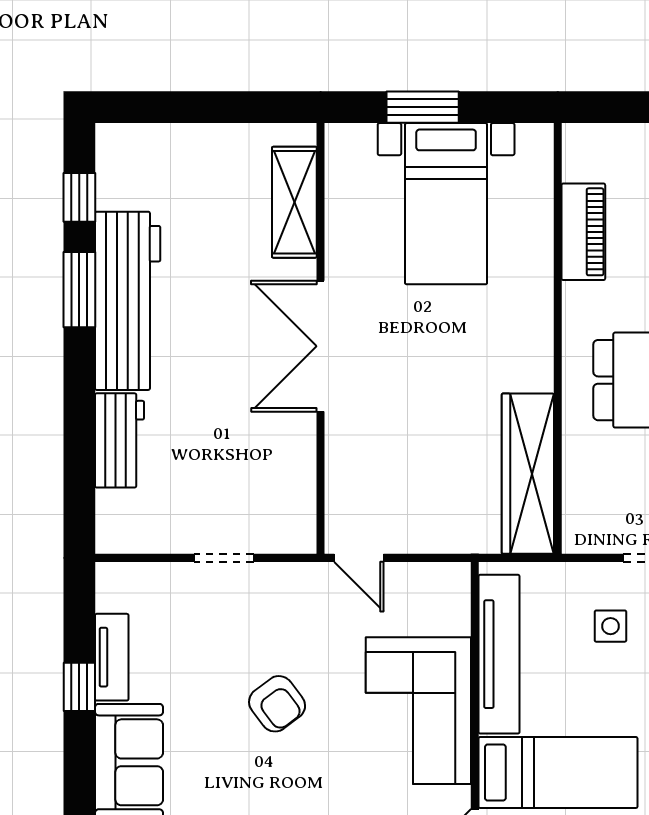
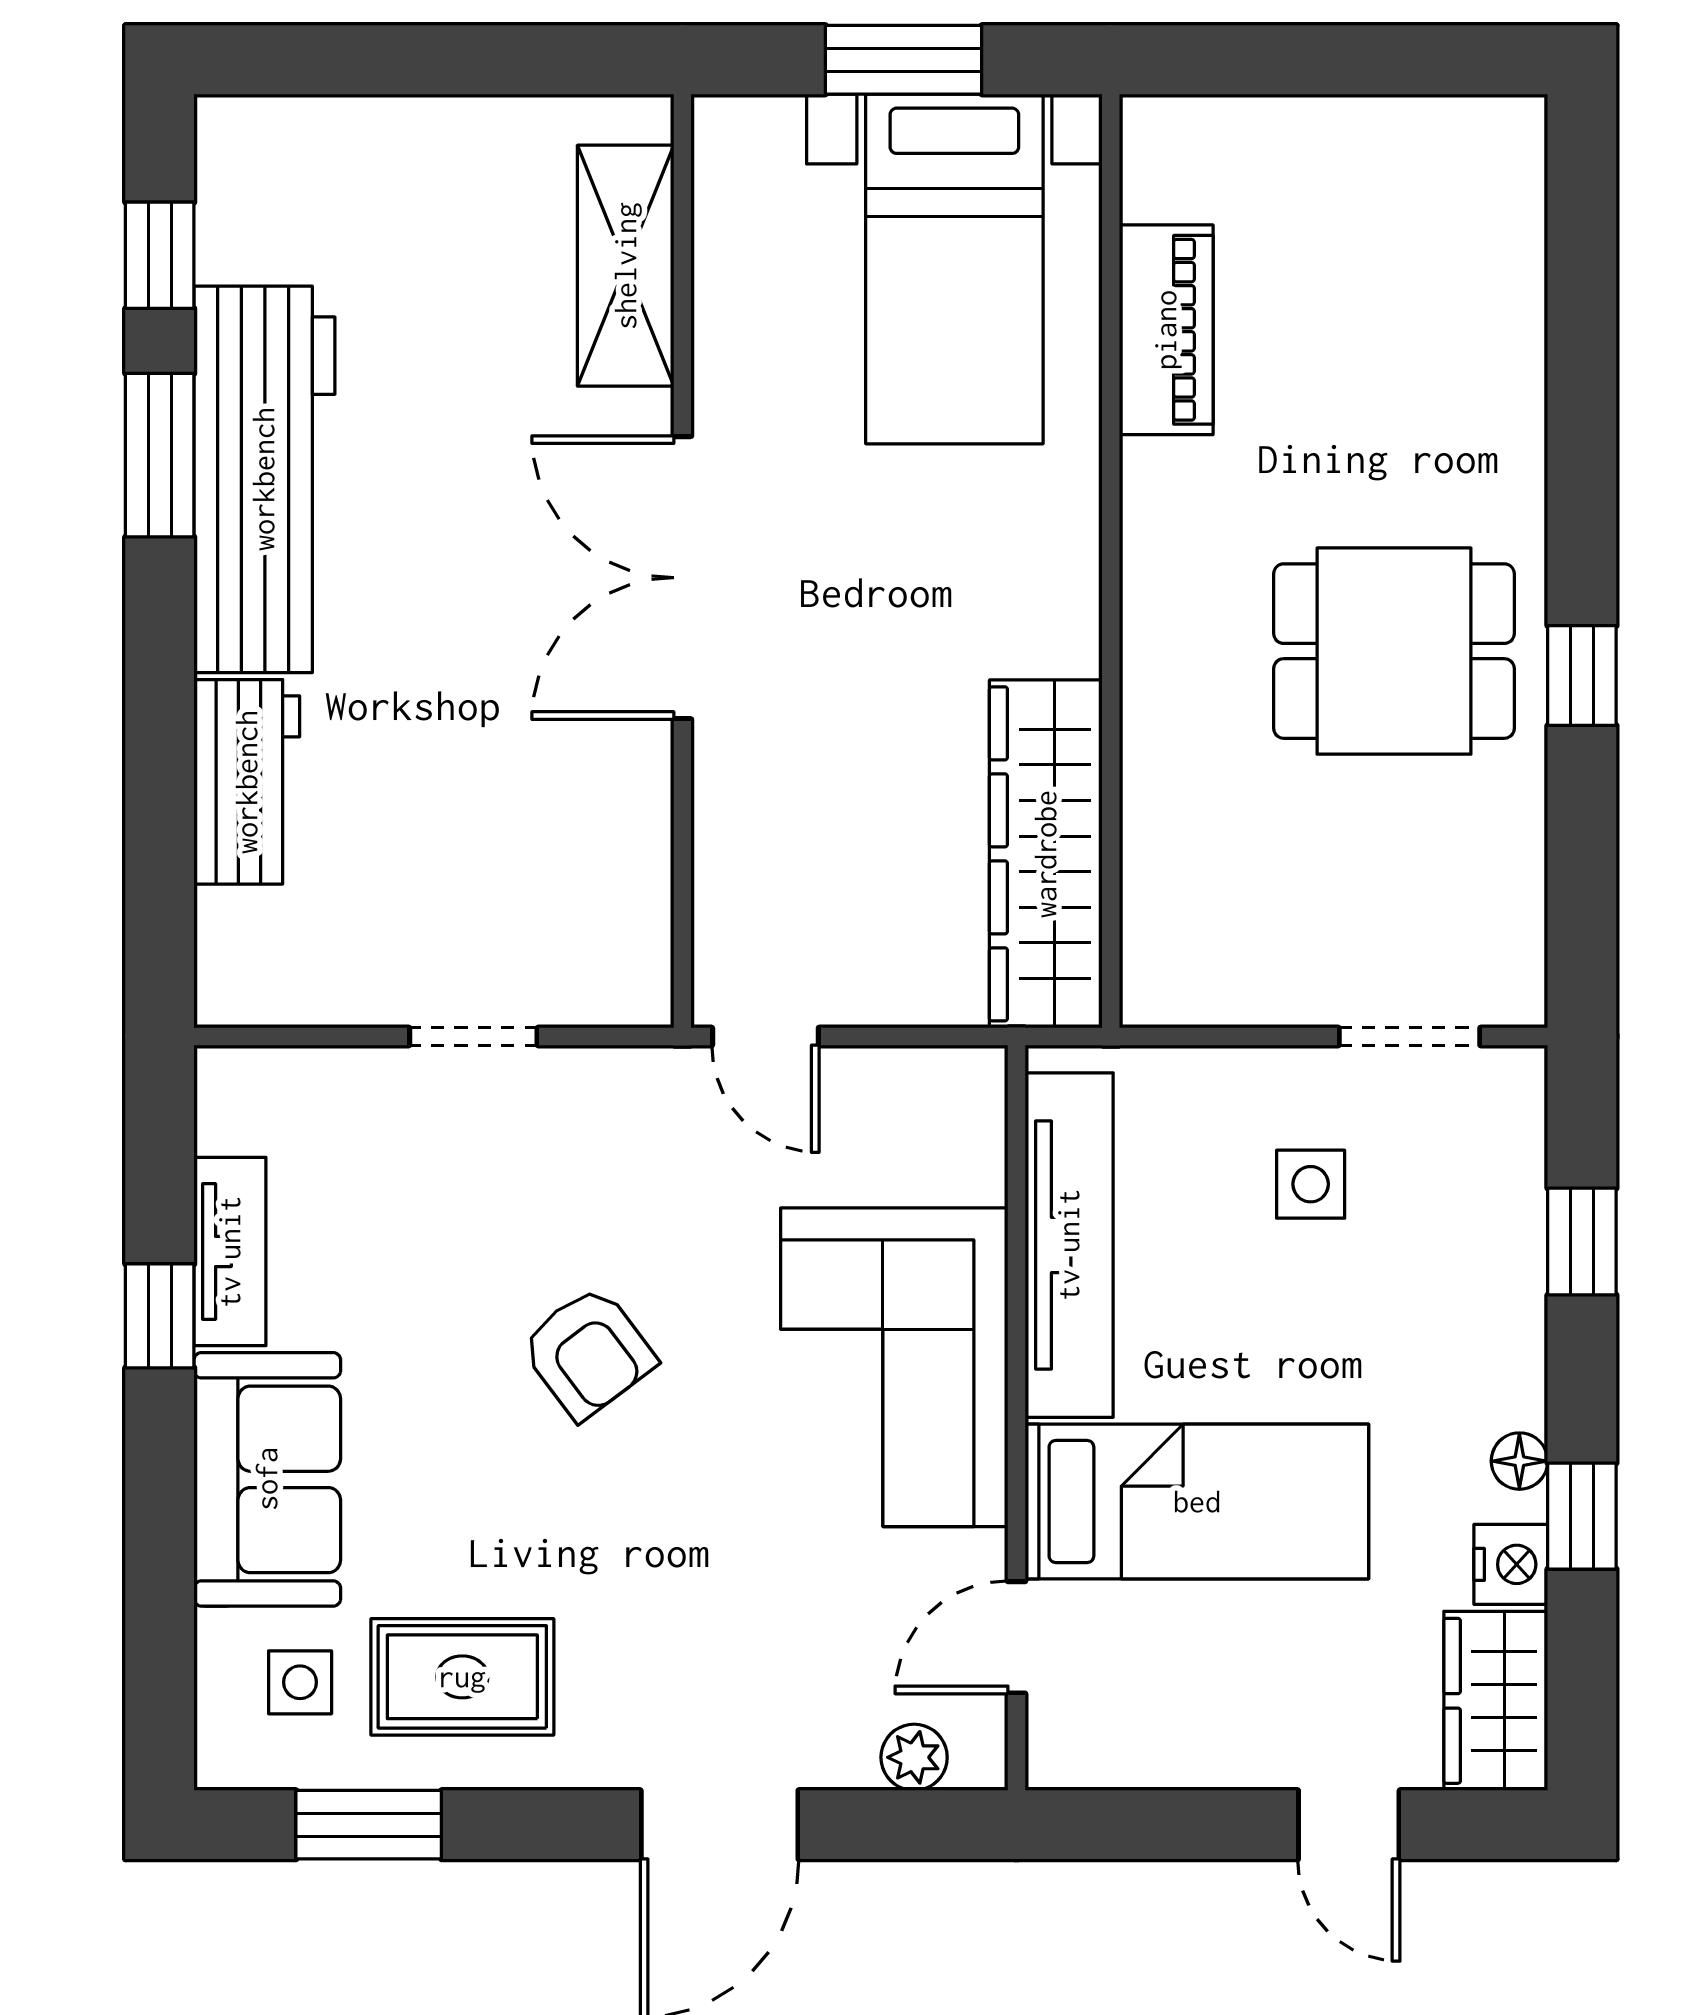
piano: (583, 232) -> (1166, 330), moved
wall: (558, 338) -> (1111, 561), moved
wardrobe: (528, 474) -> (1046, 854), moved

